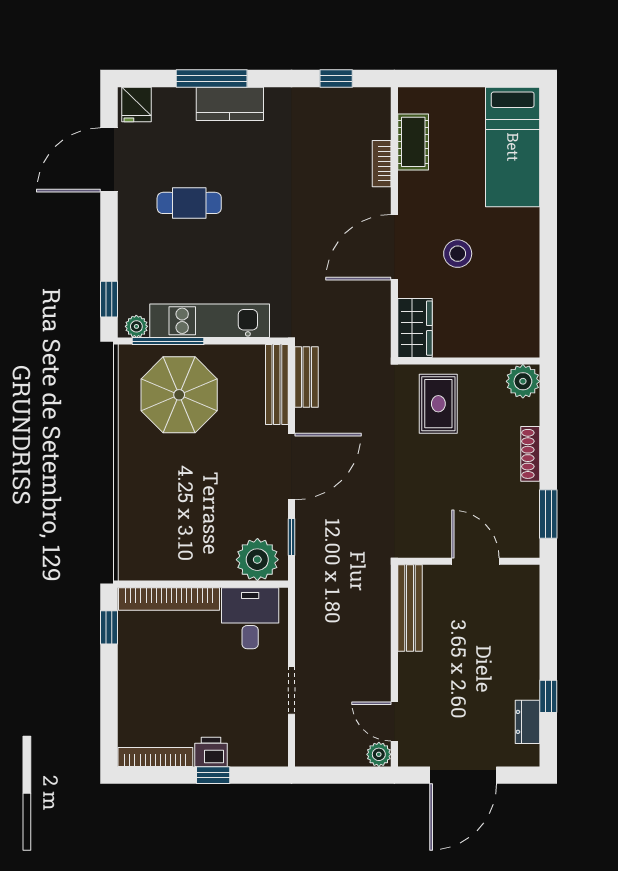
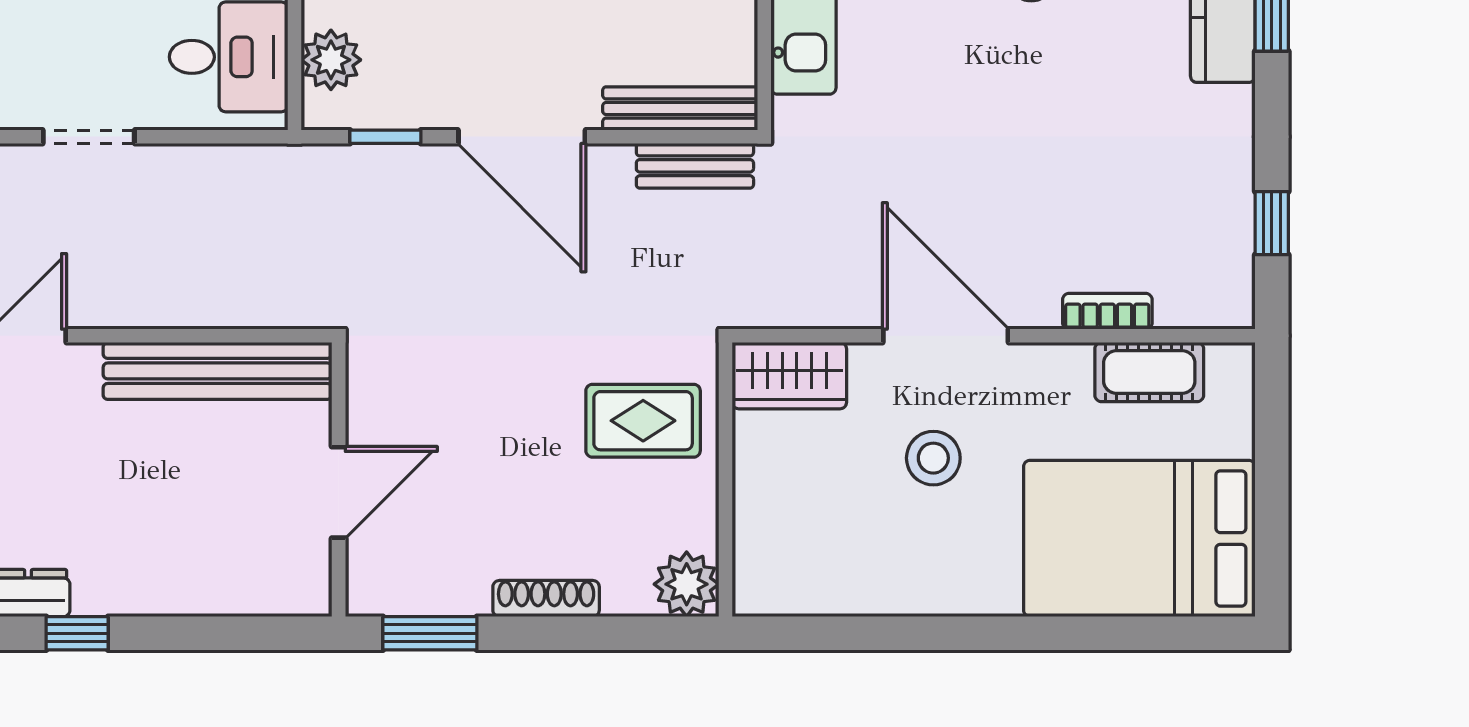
bed: (513, 147) -> (1139, 538), width x1.50
plant: (257, 560) -> (331, 60), width x0.73, depth x0.73
bench: (410, 608) -> (218, 371), width x1.37, depth x1.21

